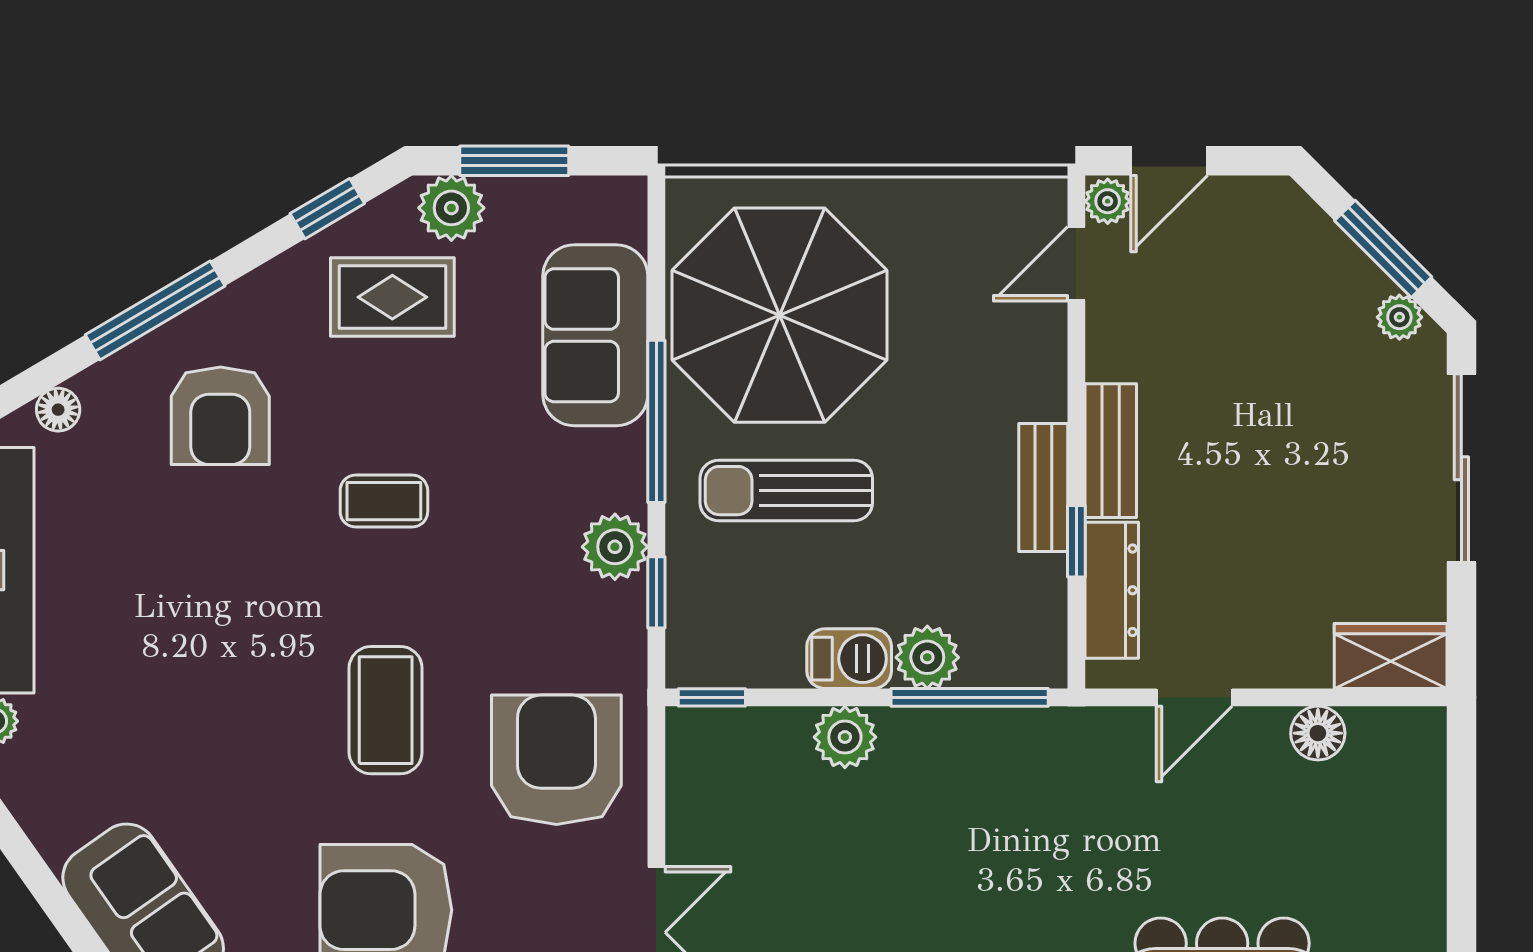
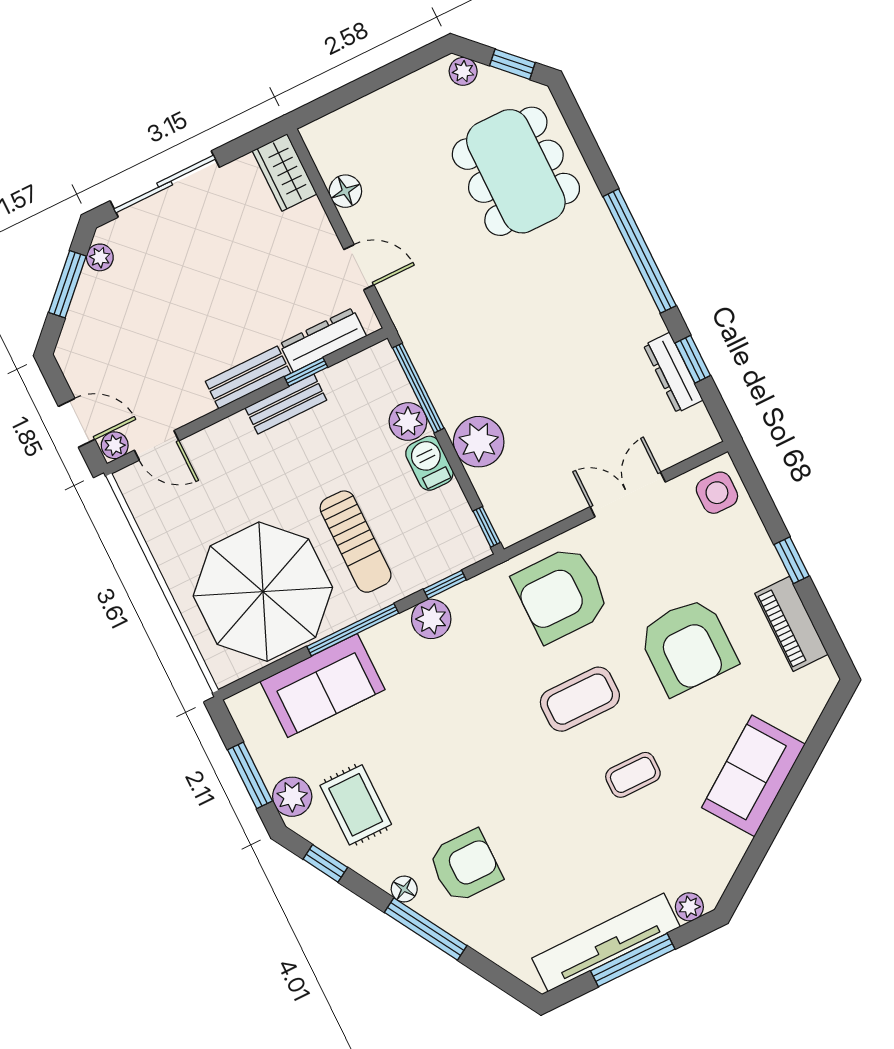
floor lamp: (58, 410) -> (404, 889), moved
coffee table: (384, 501) -> (633, 775), moved, turned 90
plant: (845, 737) -> (479, 442), width x1.36, depth x1.36

